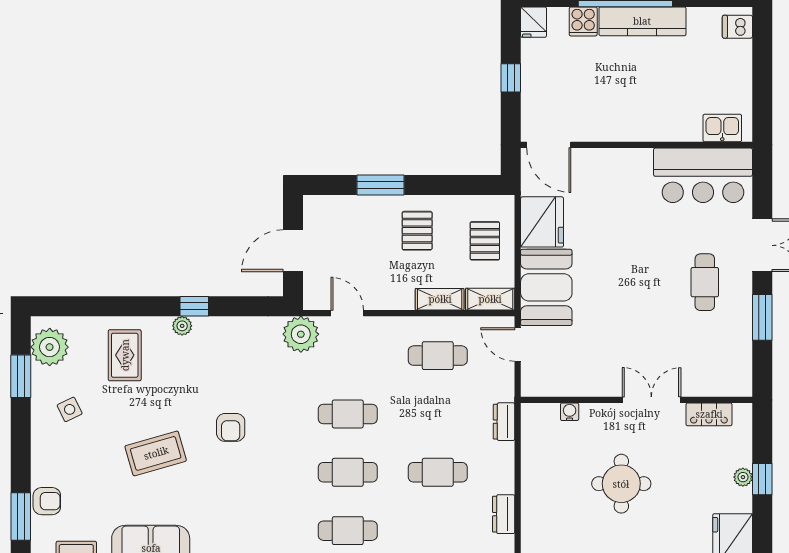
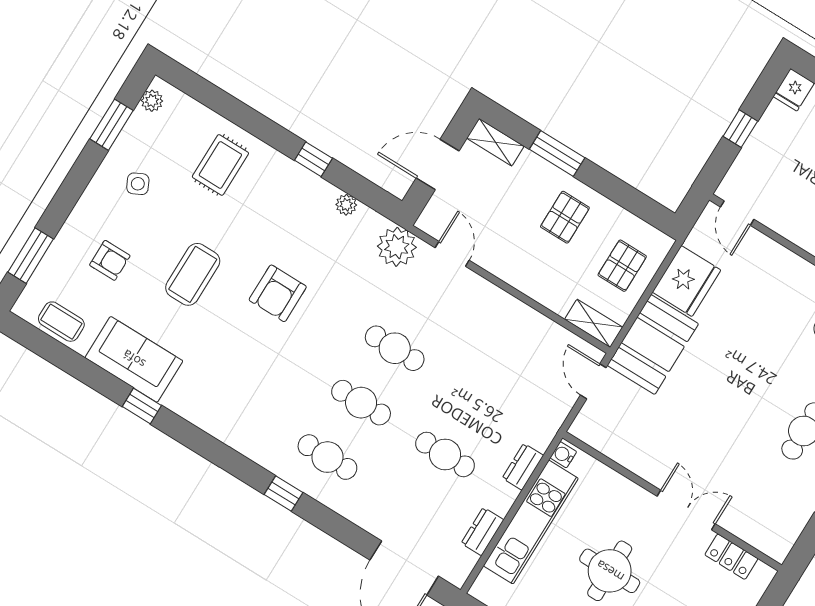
door: (549, 145) -> (737, 213), width x0.73
shelving: (440, 299) -> (495, 142), moved
plant: (182, 326) -> (346, 205), moved
plant: (50, 347) -> (152, 101), width x0.53, depth x0.53
cafe table: (438, 356) -> (512, 346), removed
water cooler: (570, 412) -> (563, 455), moved, turned -90
dresser: (504, 422) -> (523, 467), moved
armchair: (231, 427) -> (278, 293), width x1.38, depth x1.38
coffee table: (156, 453) -> (193, 274), turned -74
kitchen unit: (537, 484) -> (531, 522), added
armchair: (47, 501) -> (110, 260), moved

